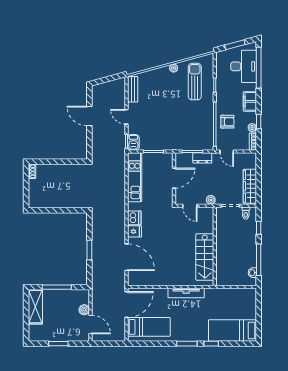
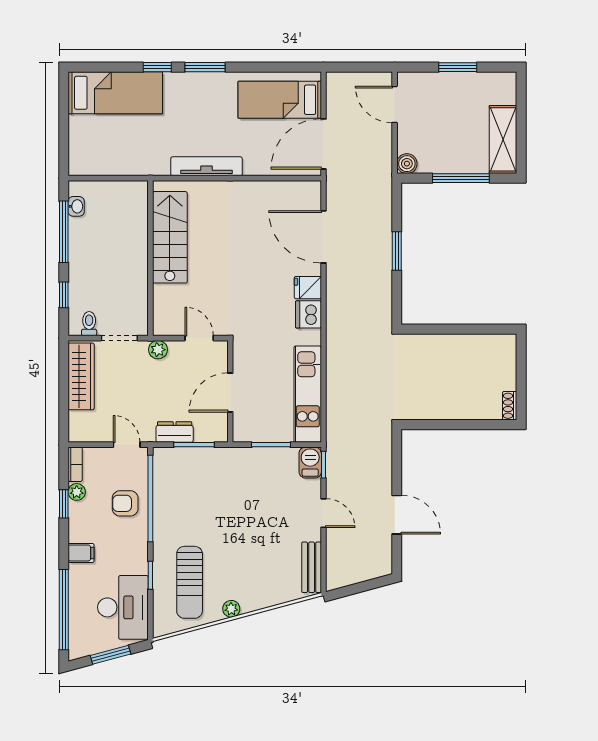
desk: (244, 66) -> (123, 607), moved, turned 180
filing cabinet: (250, 101) -> (81, 553), width x0.50
boiler: (84, 310) -> (407, 164), moved

